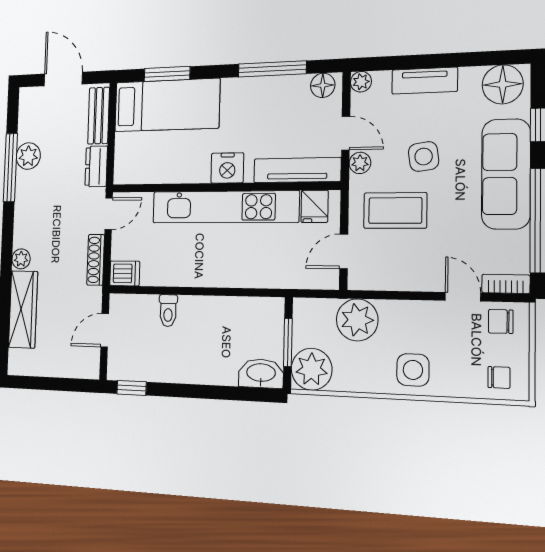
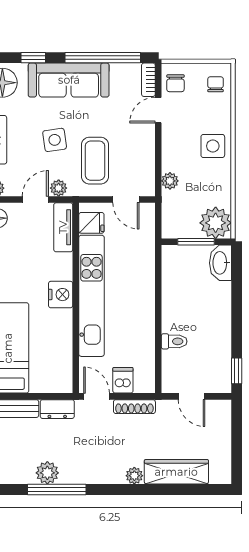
tv unit: (297, 170) -> (63, 227), width x0.71
dishwasher: (125, 273) -> (123, 380), moved
plant: (357, 320) -> (170, 181), width x0.53, depth x0.53

